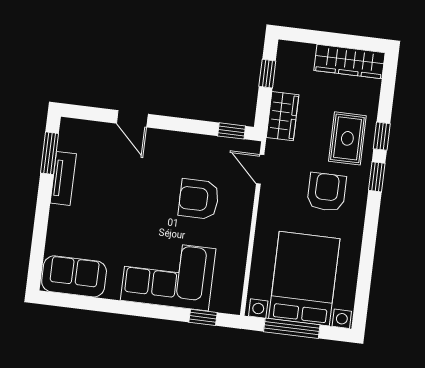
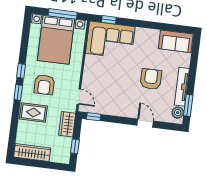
window: (382, 136) -> (21, 71), moved
rug: (347, 138) -> (33, 113), turned 90
plant: (70, 139) -> (178, 113), added
tv unit: (63, 178) -> (182, 87), width x1.41
armchair: (199, 199) -> (151, 79), moved, turned -90
corner sofa: (168, 275) -> (110, 40), moved

